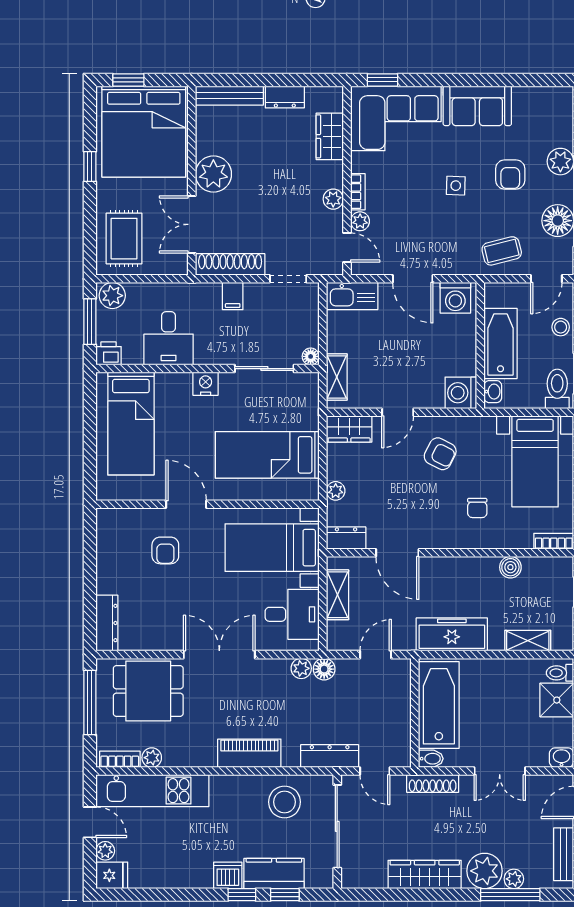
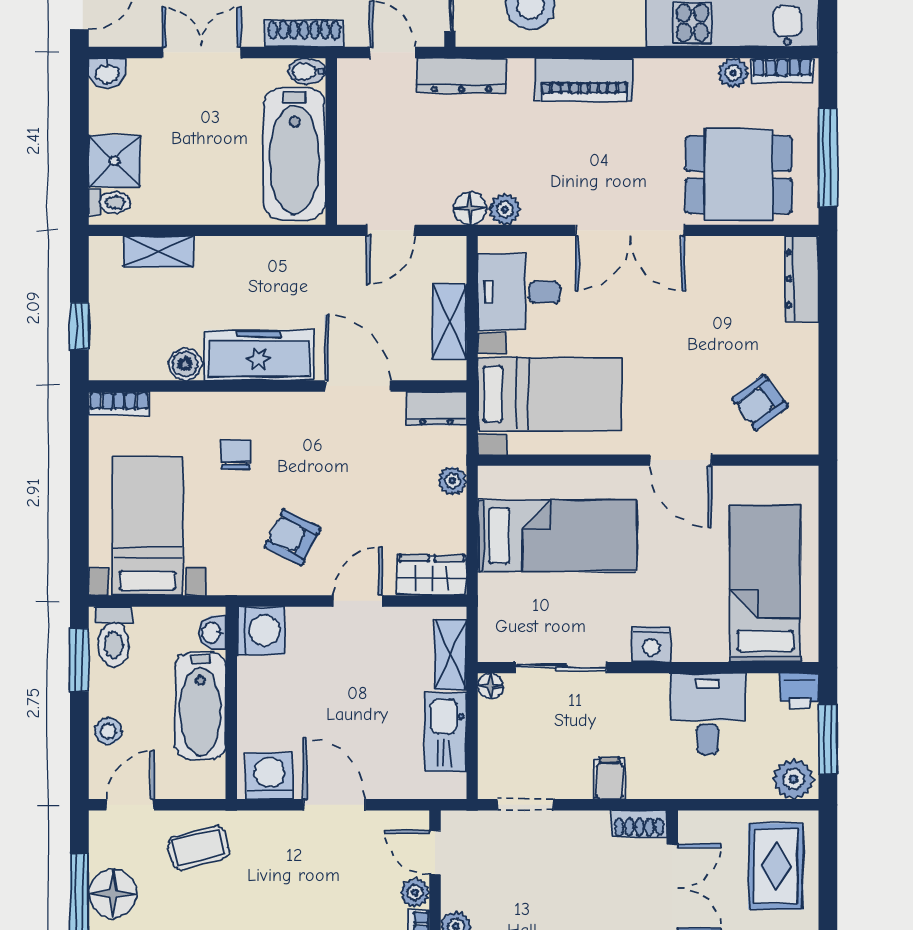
shoe rack: (230, 264) -> (639, 824), width x0.51, depth x0.81
kitchen sink: (352, 296) -> (446, 732), moved, turned -90
armchair: (165, 550) -> (760, 402), moved, turned -127
freezer: (452, 634) -> (259, 355), moved, turned 180

